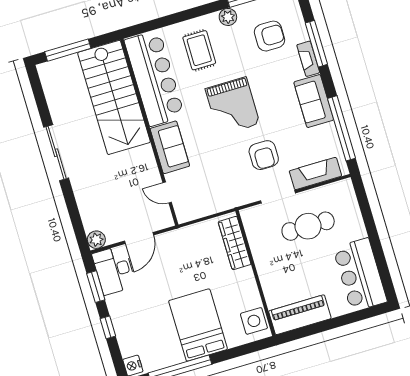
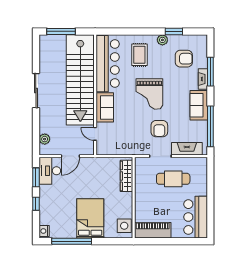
stairs: (114, 97) -> (80, 80), width x1.36
plant: (96, 240) -> (45, 139), moved

